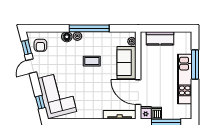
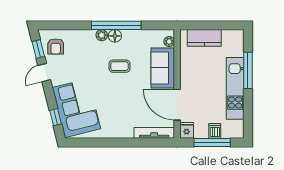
floor lamp: (67, 37) -> (115, 36), moved
dishwasher: (157, 113) -> (215, 131), moved

